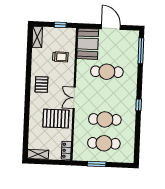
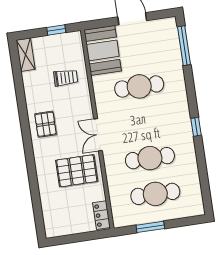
shelving: (38, 154) -> (60, 229), removed

